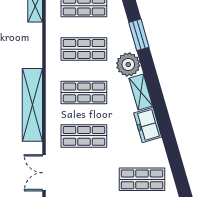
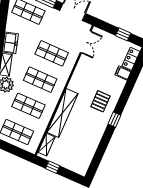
shelving: (32, 105) -> (62, 113), moved

